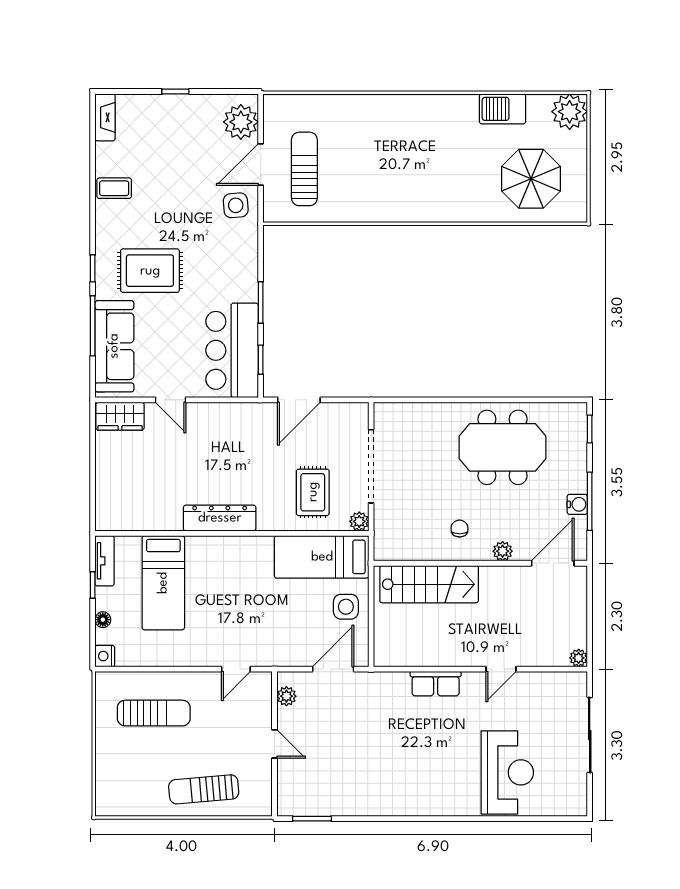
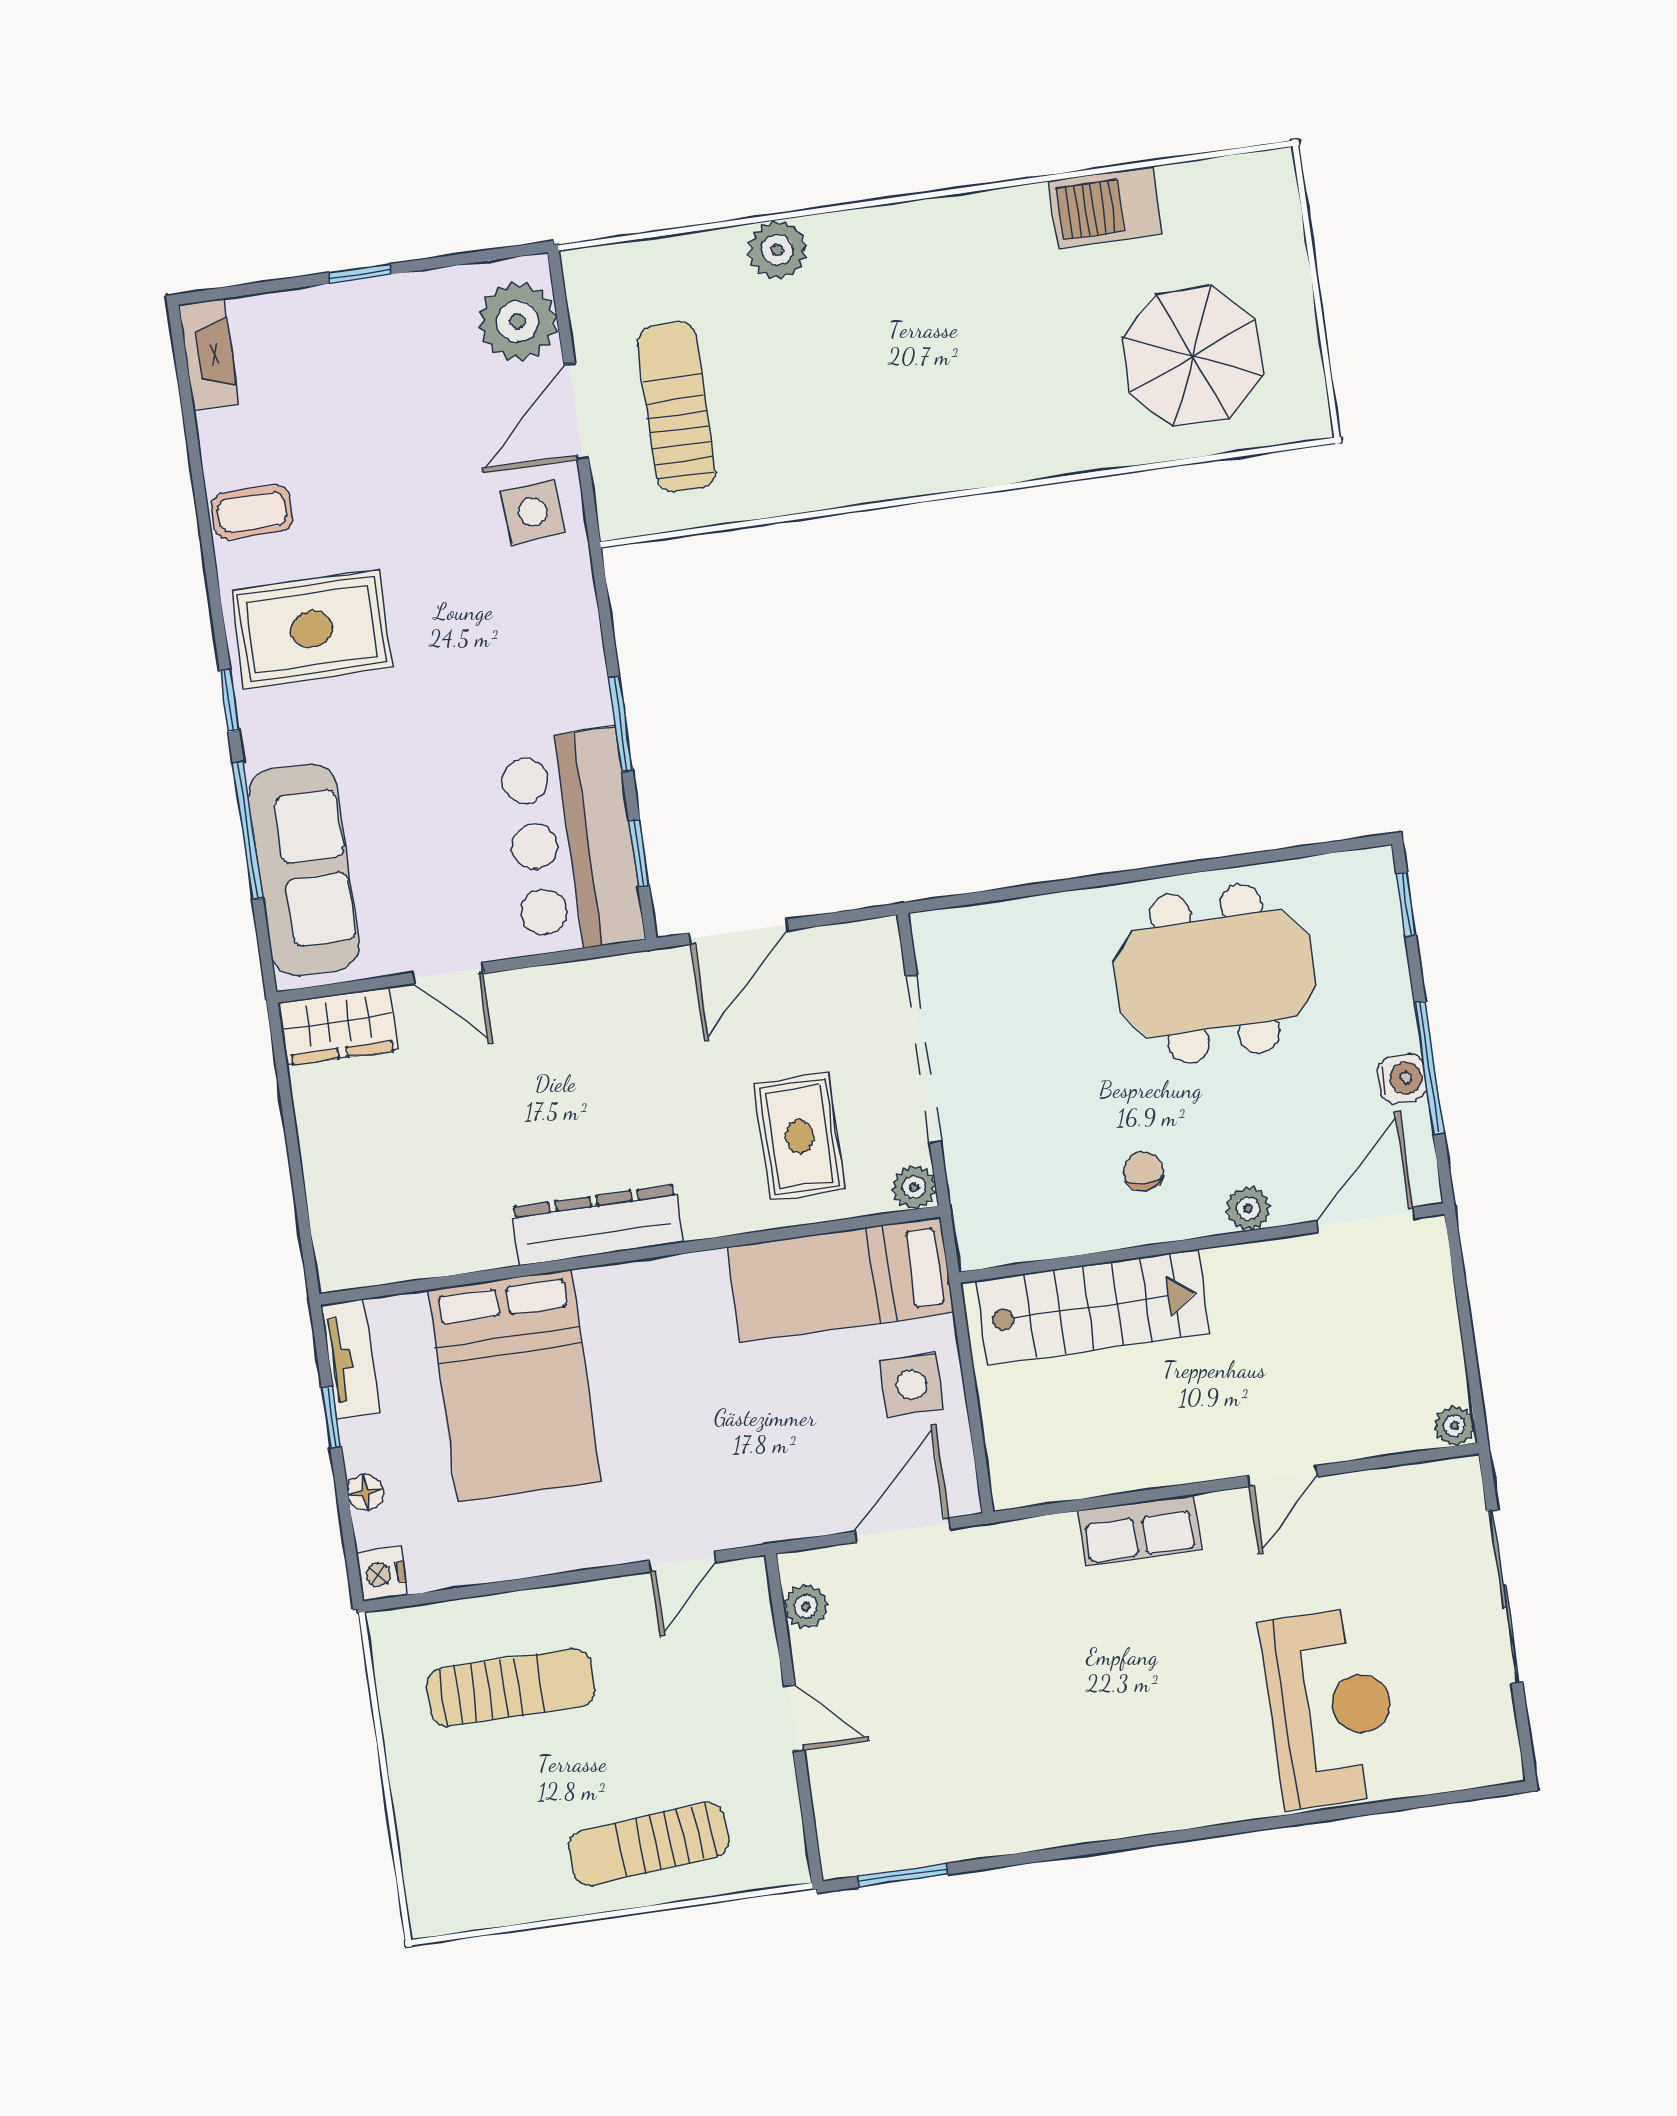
plant: (570, 112) -> (777, 250), moved, width x0.73, depth x0.73
rug: (150, 271) -> (312, 629), moved
bed: (163, 583) -> (514, 1386), width x1.50

